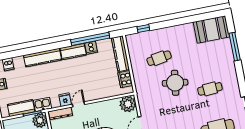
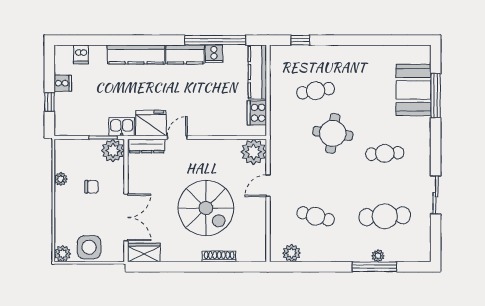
booth: (211, 29) -> (413, 90), moved, turned 90
fridge: (65, 100) -> (151, 123), width x1.88, depth x1.34
kitchen counter: (21, 108) -> (88, 126), removed

